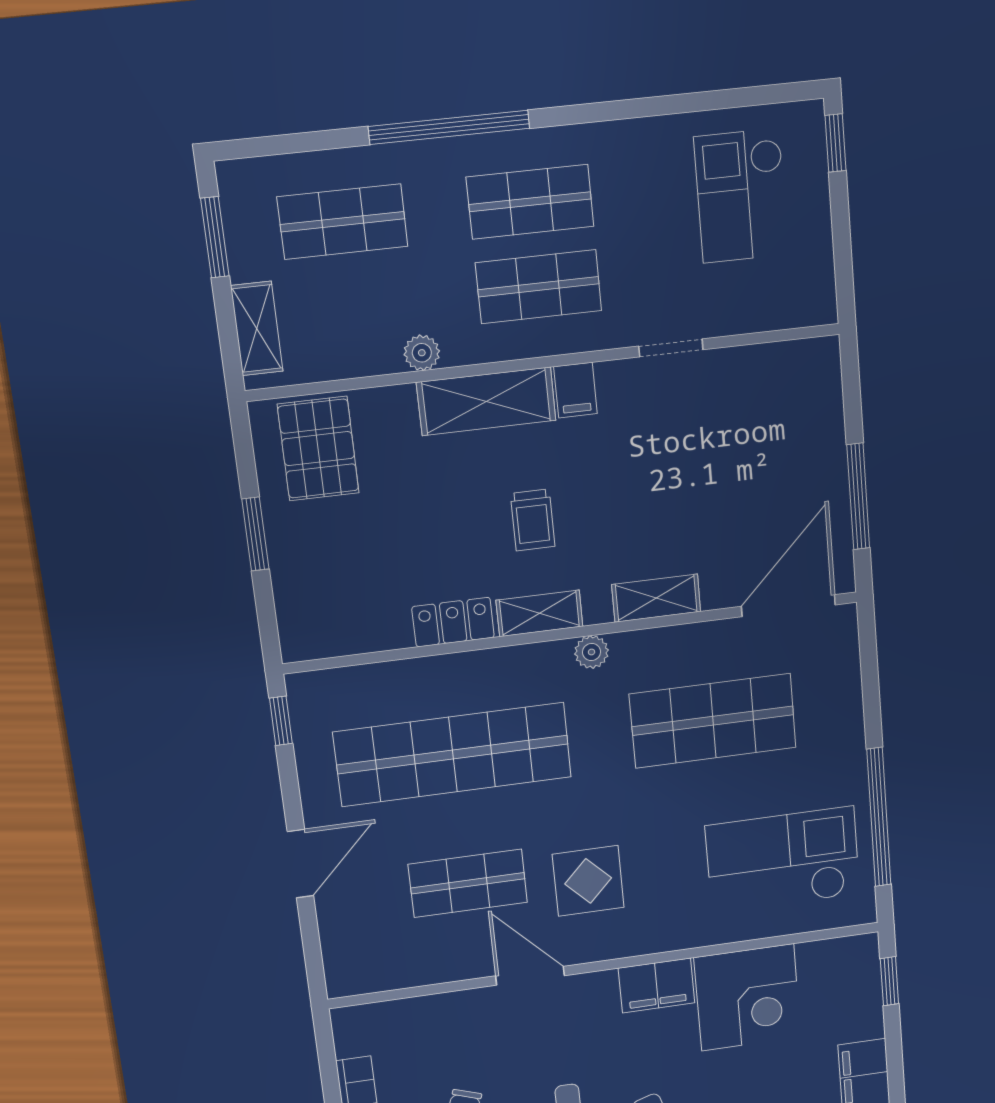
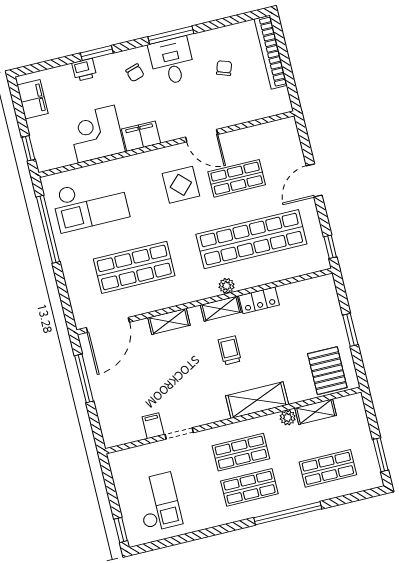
shelving: (257, 329) -> (316, 412), moved, turned 90
filing cabinet: (575, 390) -> (153, 426), moved
plant: (592, 652) -> (227, 286), moved

